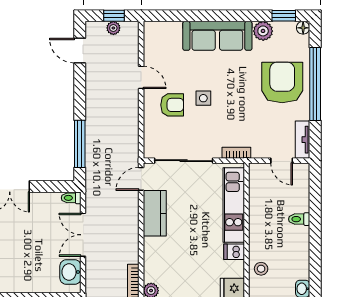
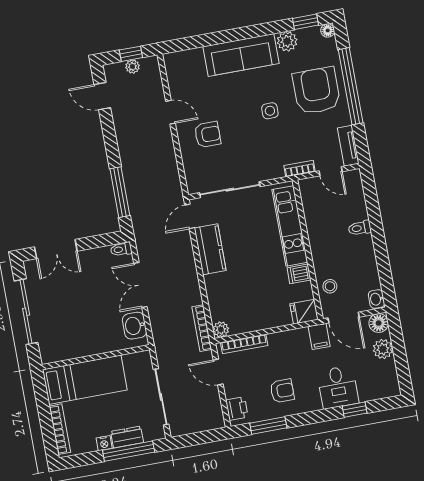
side table: (203, 98) -> (270, 111), moved
bookcase: (236, 153) -> (299, 169), moved

